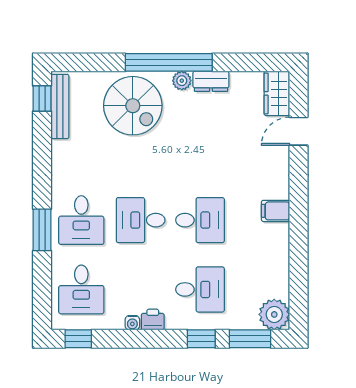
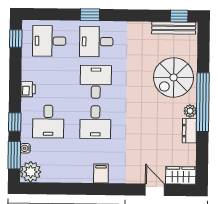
window: (42, 230) -> (90, 15), width x0.67
water cooler: (132, 323) -> (25, 148), moved

